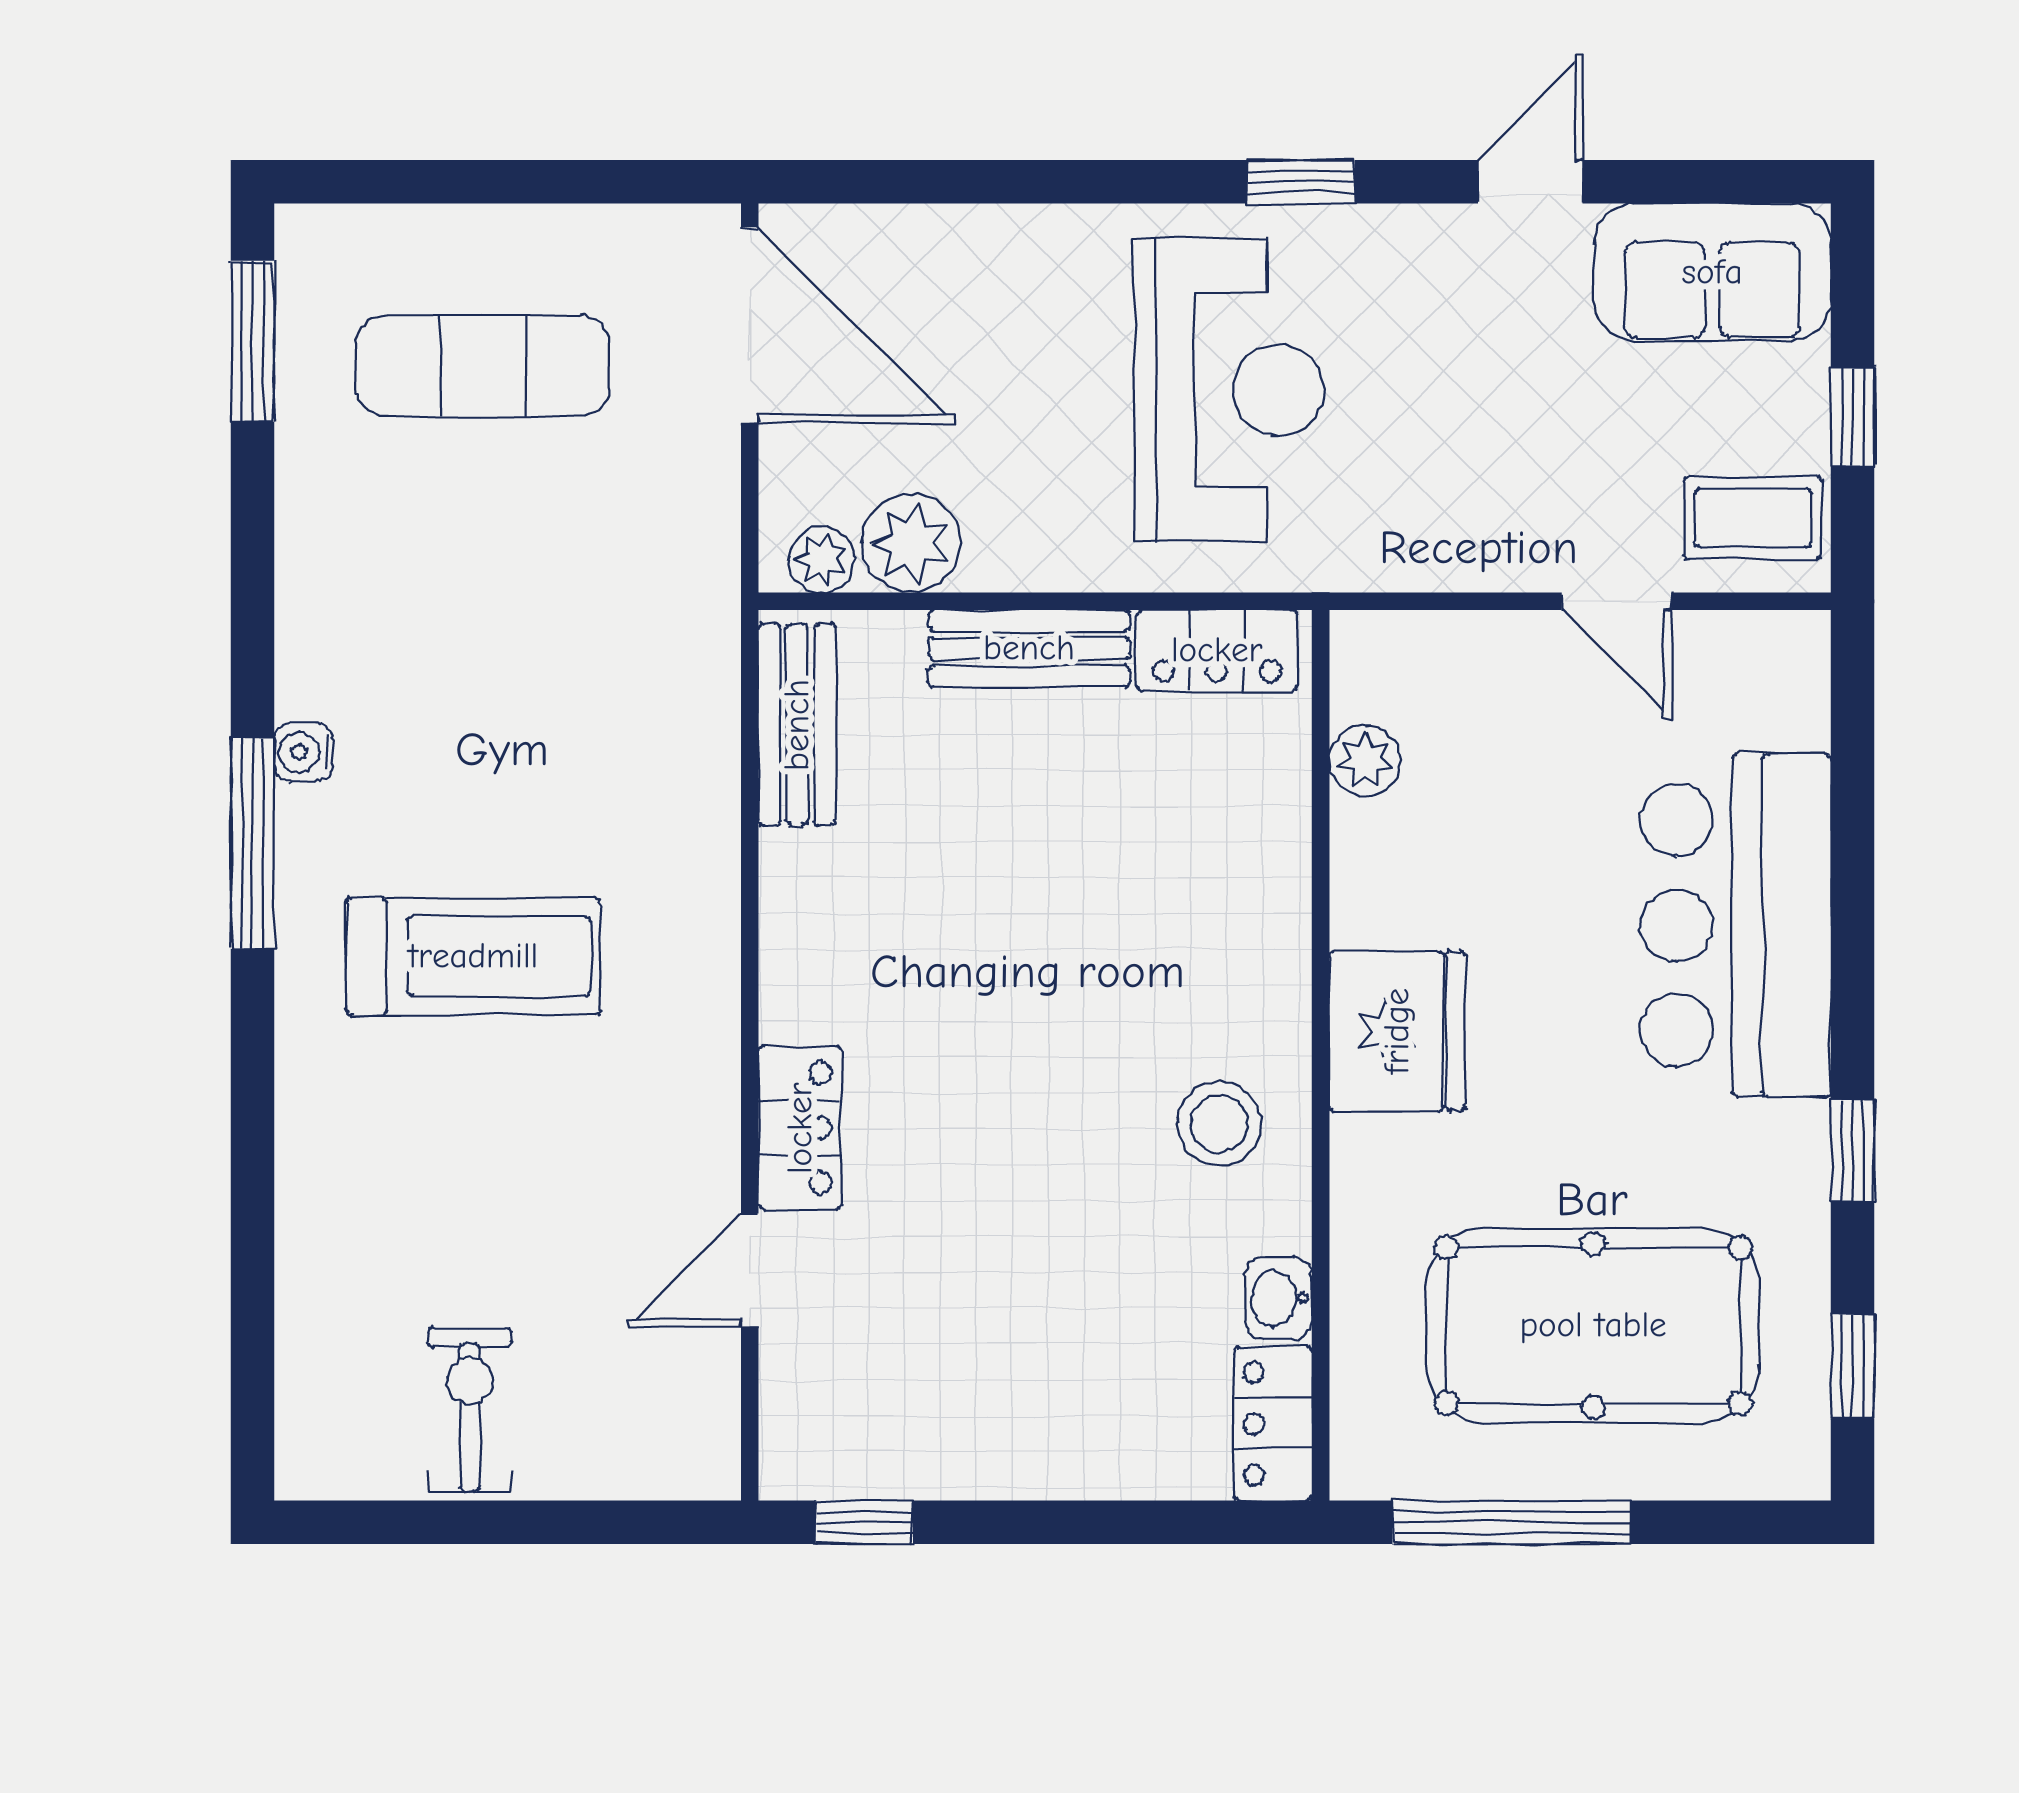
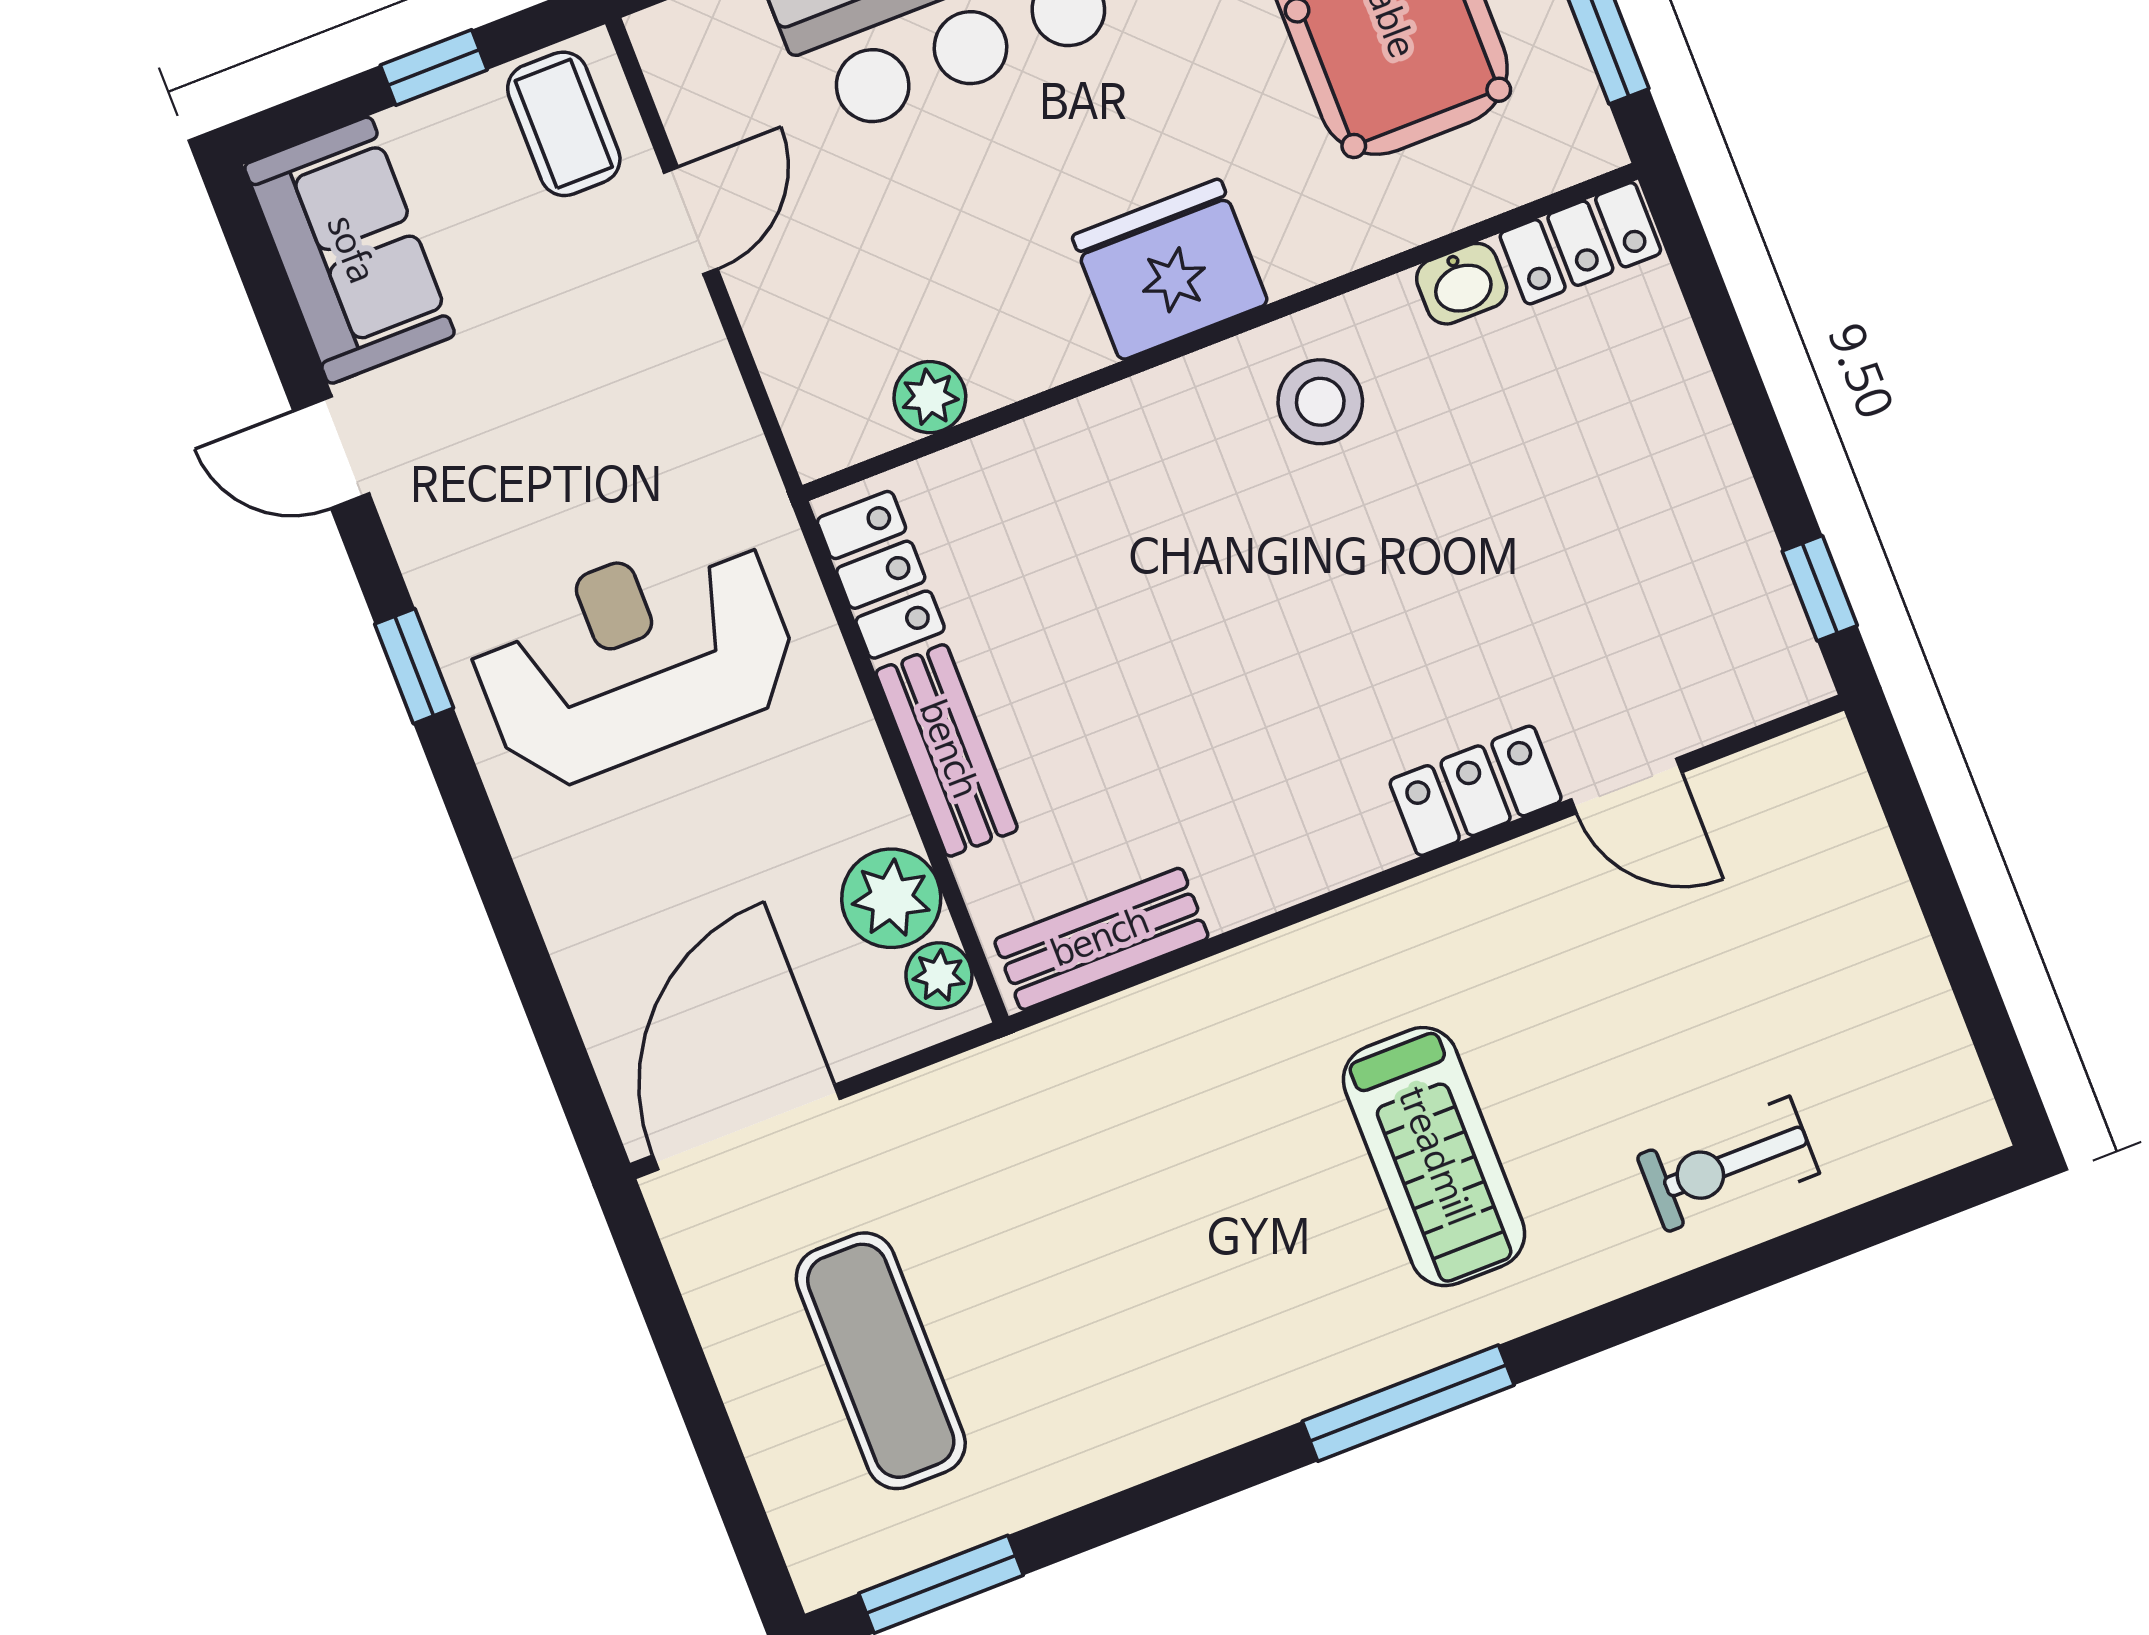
water cooler: (303, 752) -> (1305, 1388), removed
treadmill: (473, 956) -> (1434, 1157), turned 180
exercise bike: (470, 1410) -> (1728, 1164), moved

